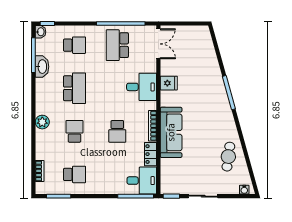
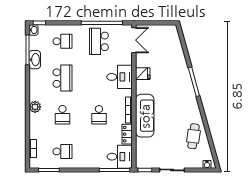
school desk: (74, 131) -> (62, 115), turned 180

